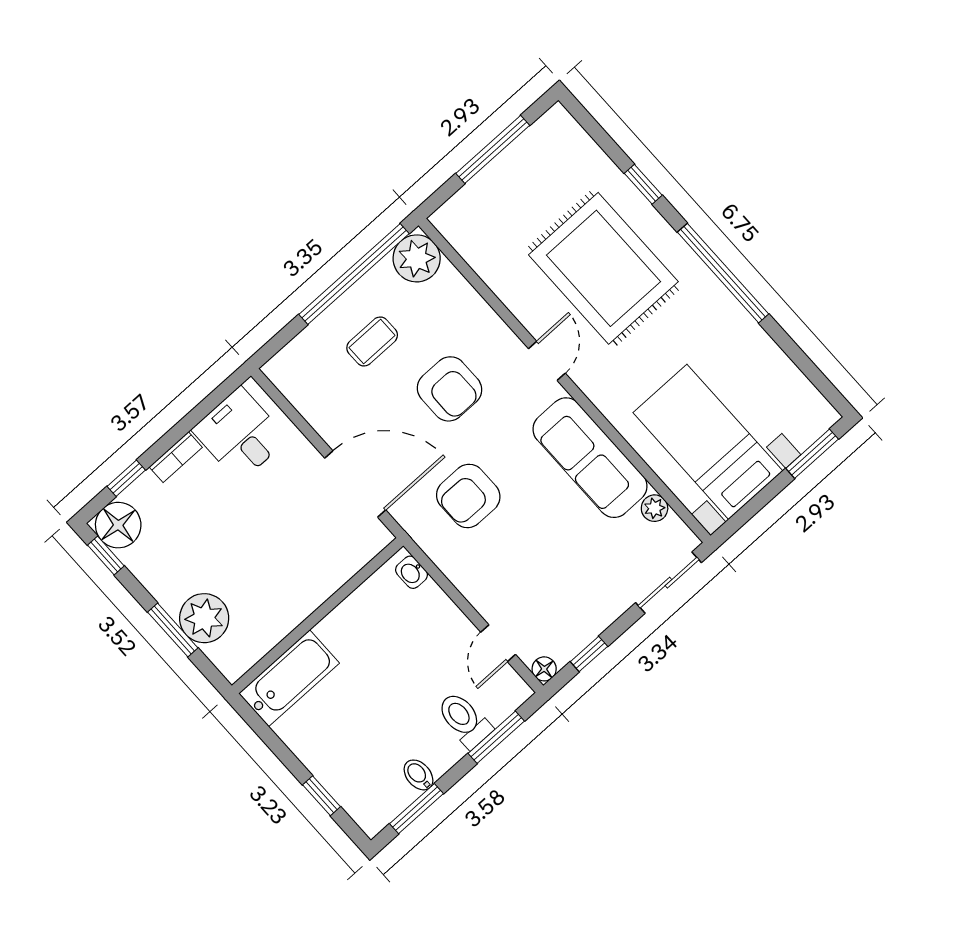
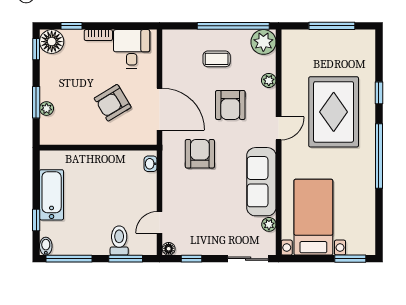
plant: (473, 306) -> (269, 80), added
armchair: (468, 496) -> (200, 154), turned 90
armchair: (281, 534) -> (113, 103), added
plant: (204, 618) -> (47, 109), width x0.53, depth x0.53
bathtub: (289, 678) -> (52, 195), moved, turned -90
bidet: (418, 775) -> (46, 246), moved
window: (417, 809) -> (69, 259), width x1.44

